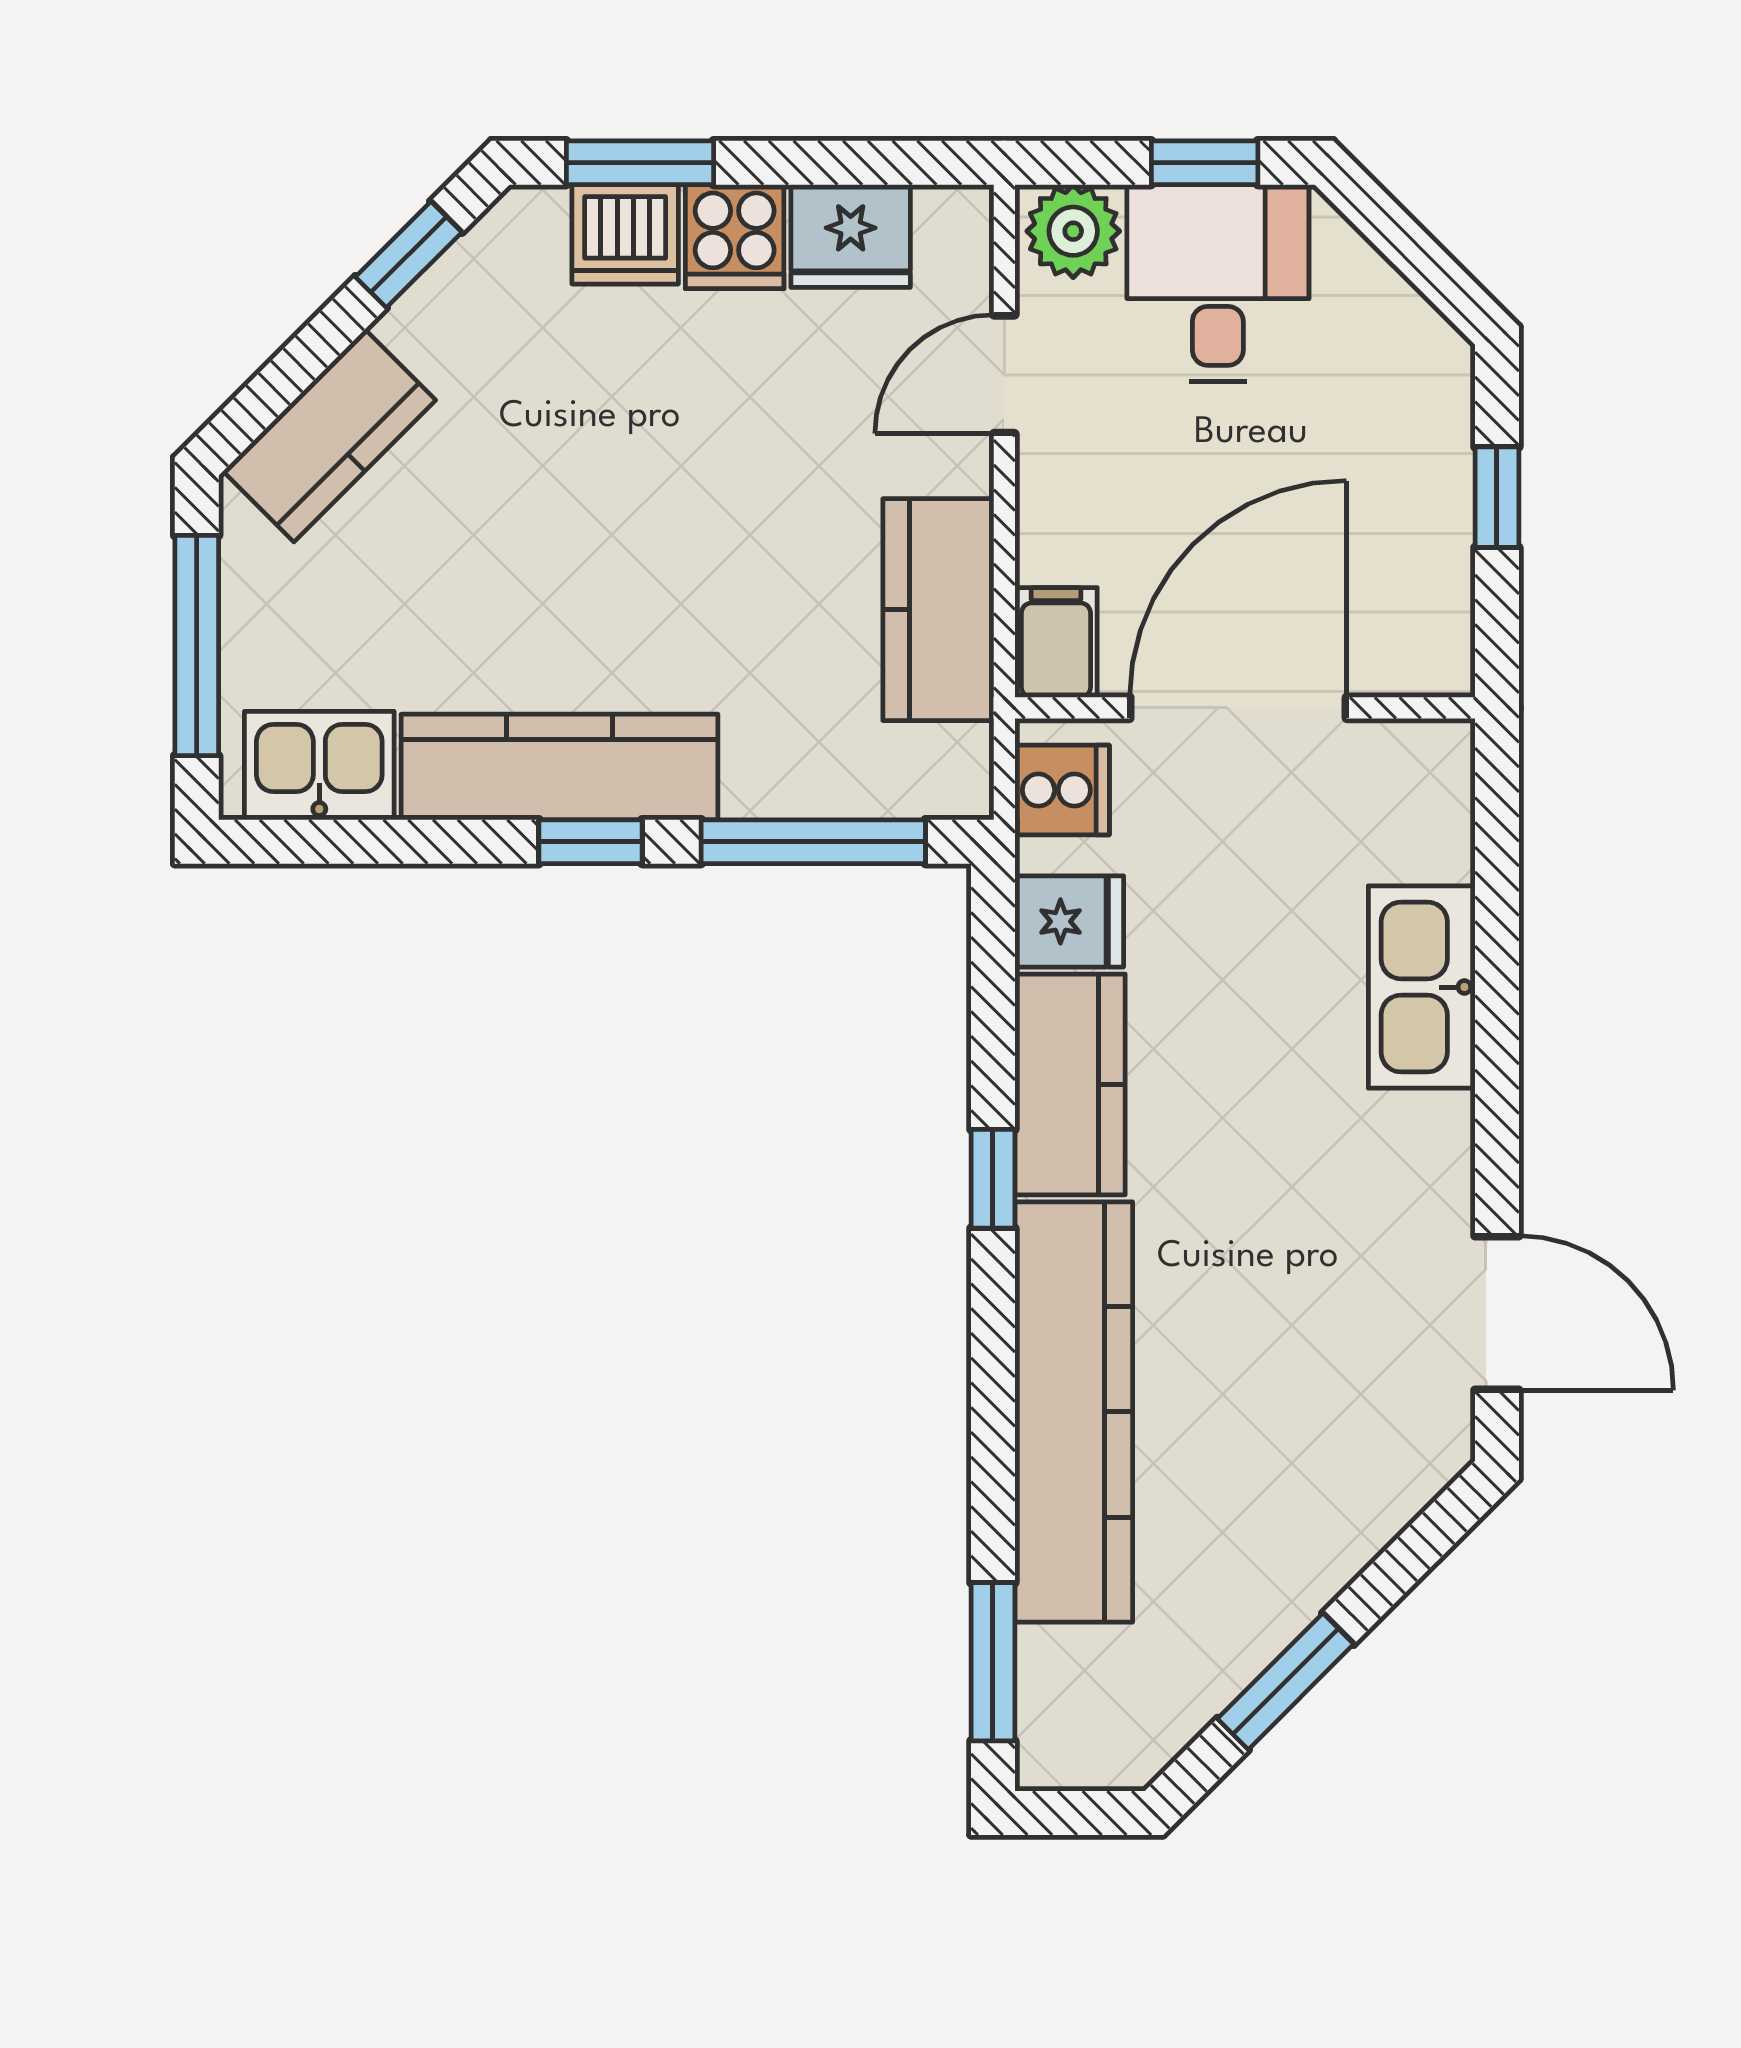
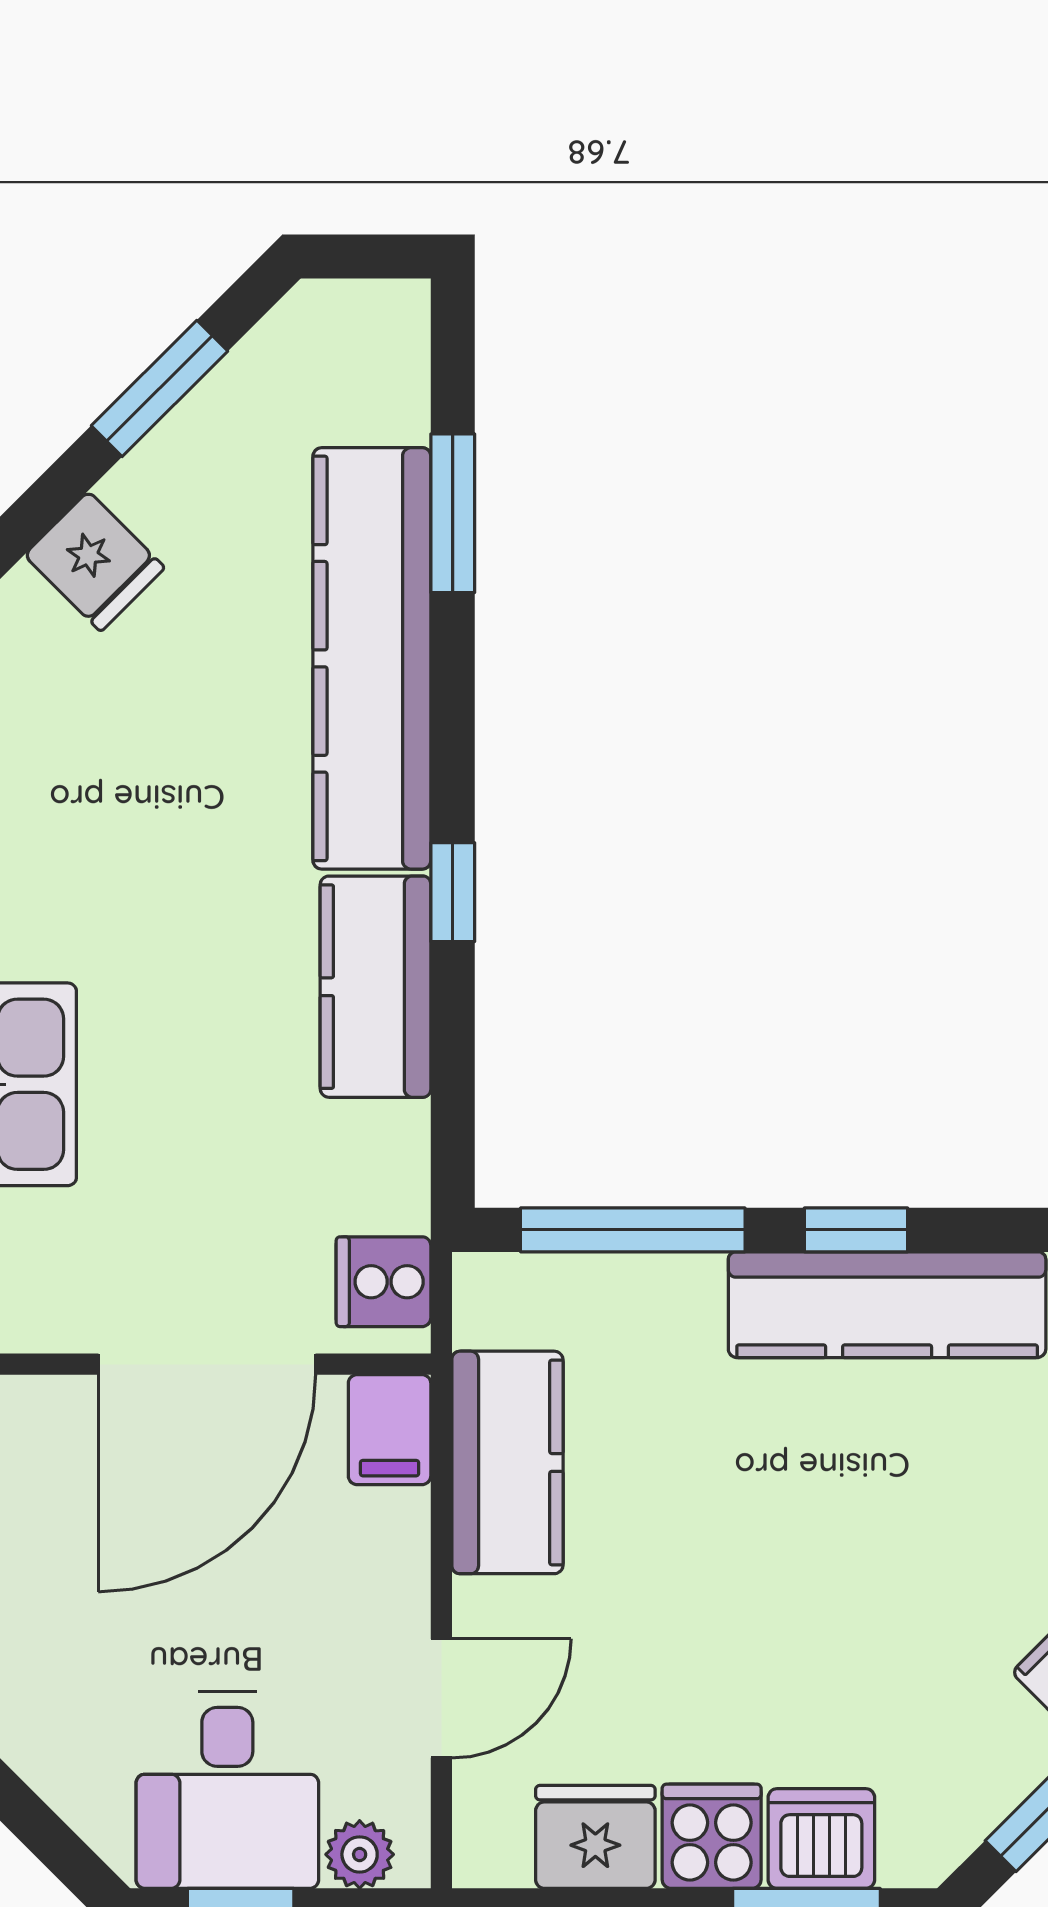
plant: (1073, 231) -> (360, 1854), width x0.73, depth x0.73
fridge: (1069, 921) -> (95, 561), moved, turned -135
window: (993, 1662) -> (453, 513), moved

